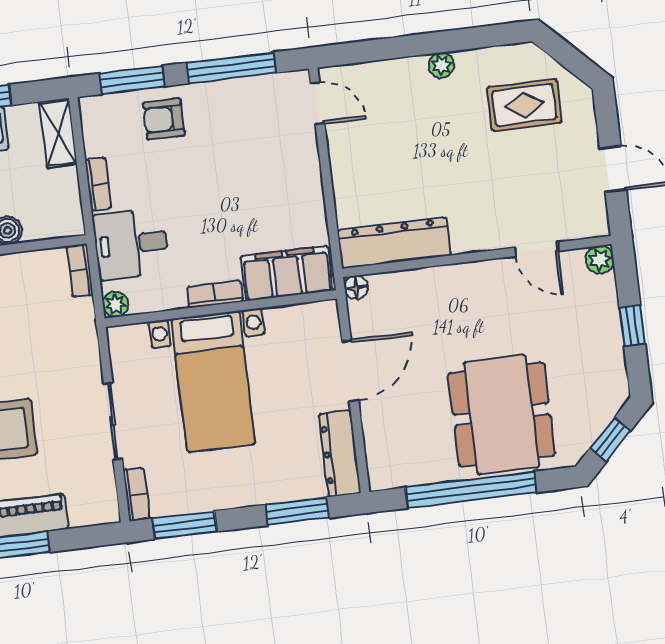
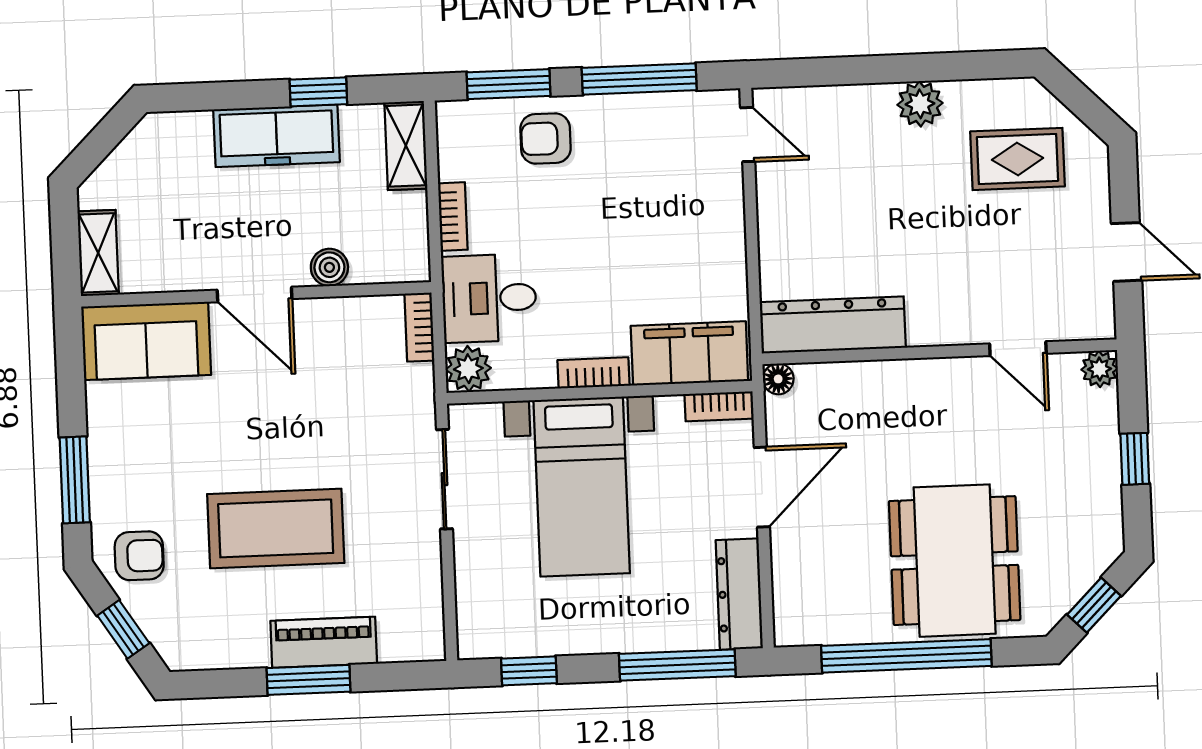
plant: (441, 65) -> (920, 104), width x1.38, depth x1.38
plant: (115, 304) -> (468, 369), width x1.38, depth x1.38
sliding door: (113, 421) -> (444, 479), moved
bookcase: (136, 494) -> (719, 406), moved, turned 90
window: (297, 511) -> (677, 665), width x1.44
window: (185, 525) -> (529, 671), width x0.67

